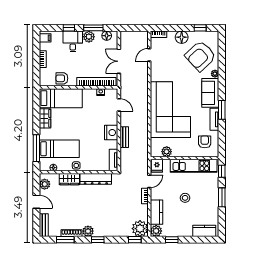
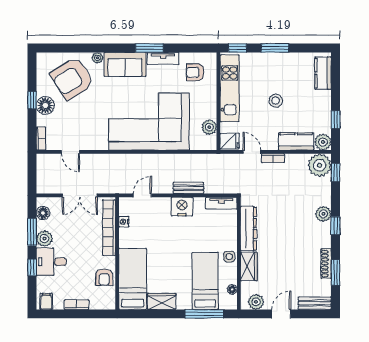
window: (200, 28) -> (32, 100), moved
armchair: (200, 56) -> (72, 78), turned 101
plant: (88, 231) -> (323, 214), moved

